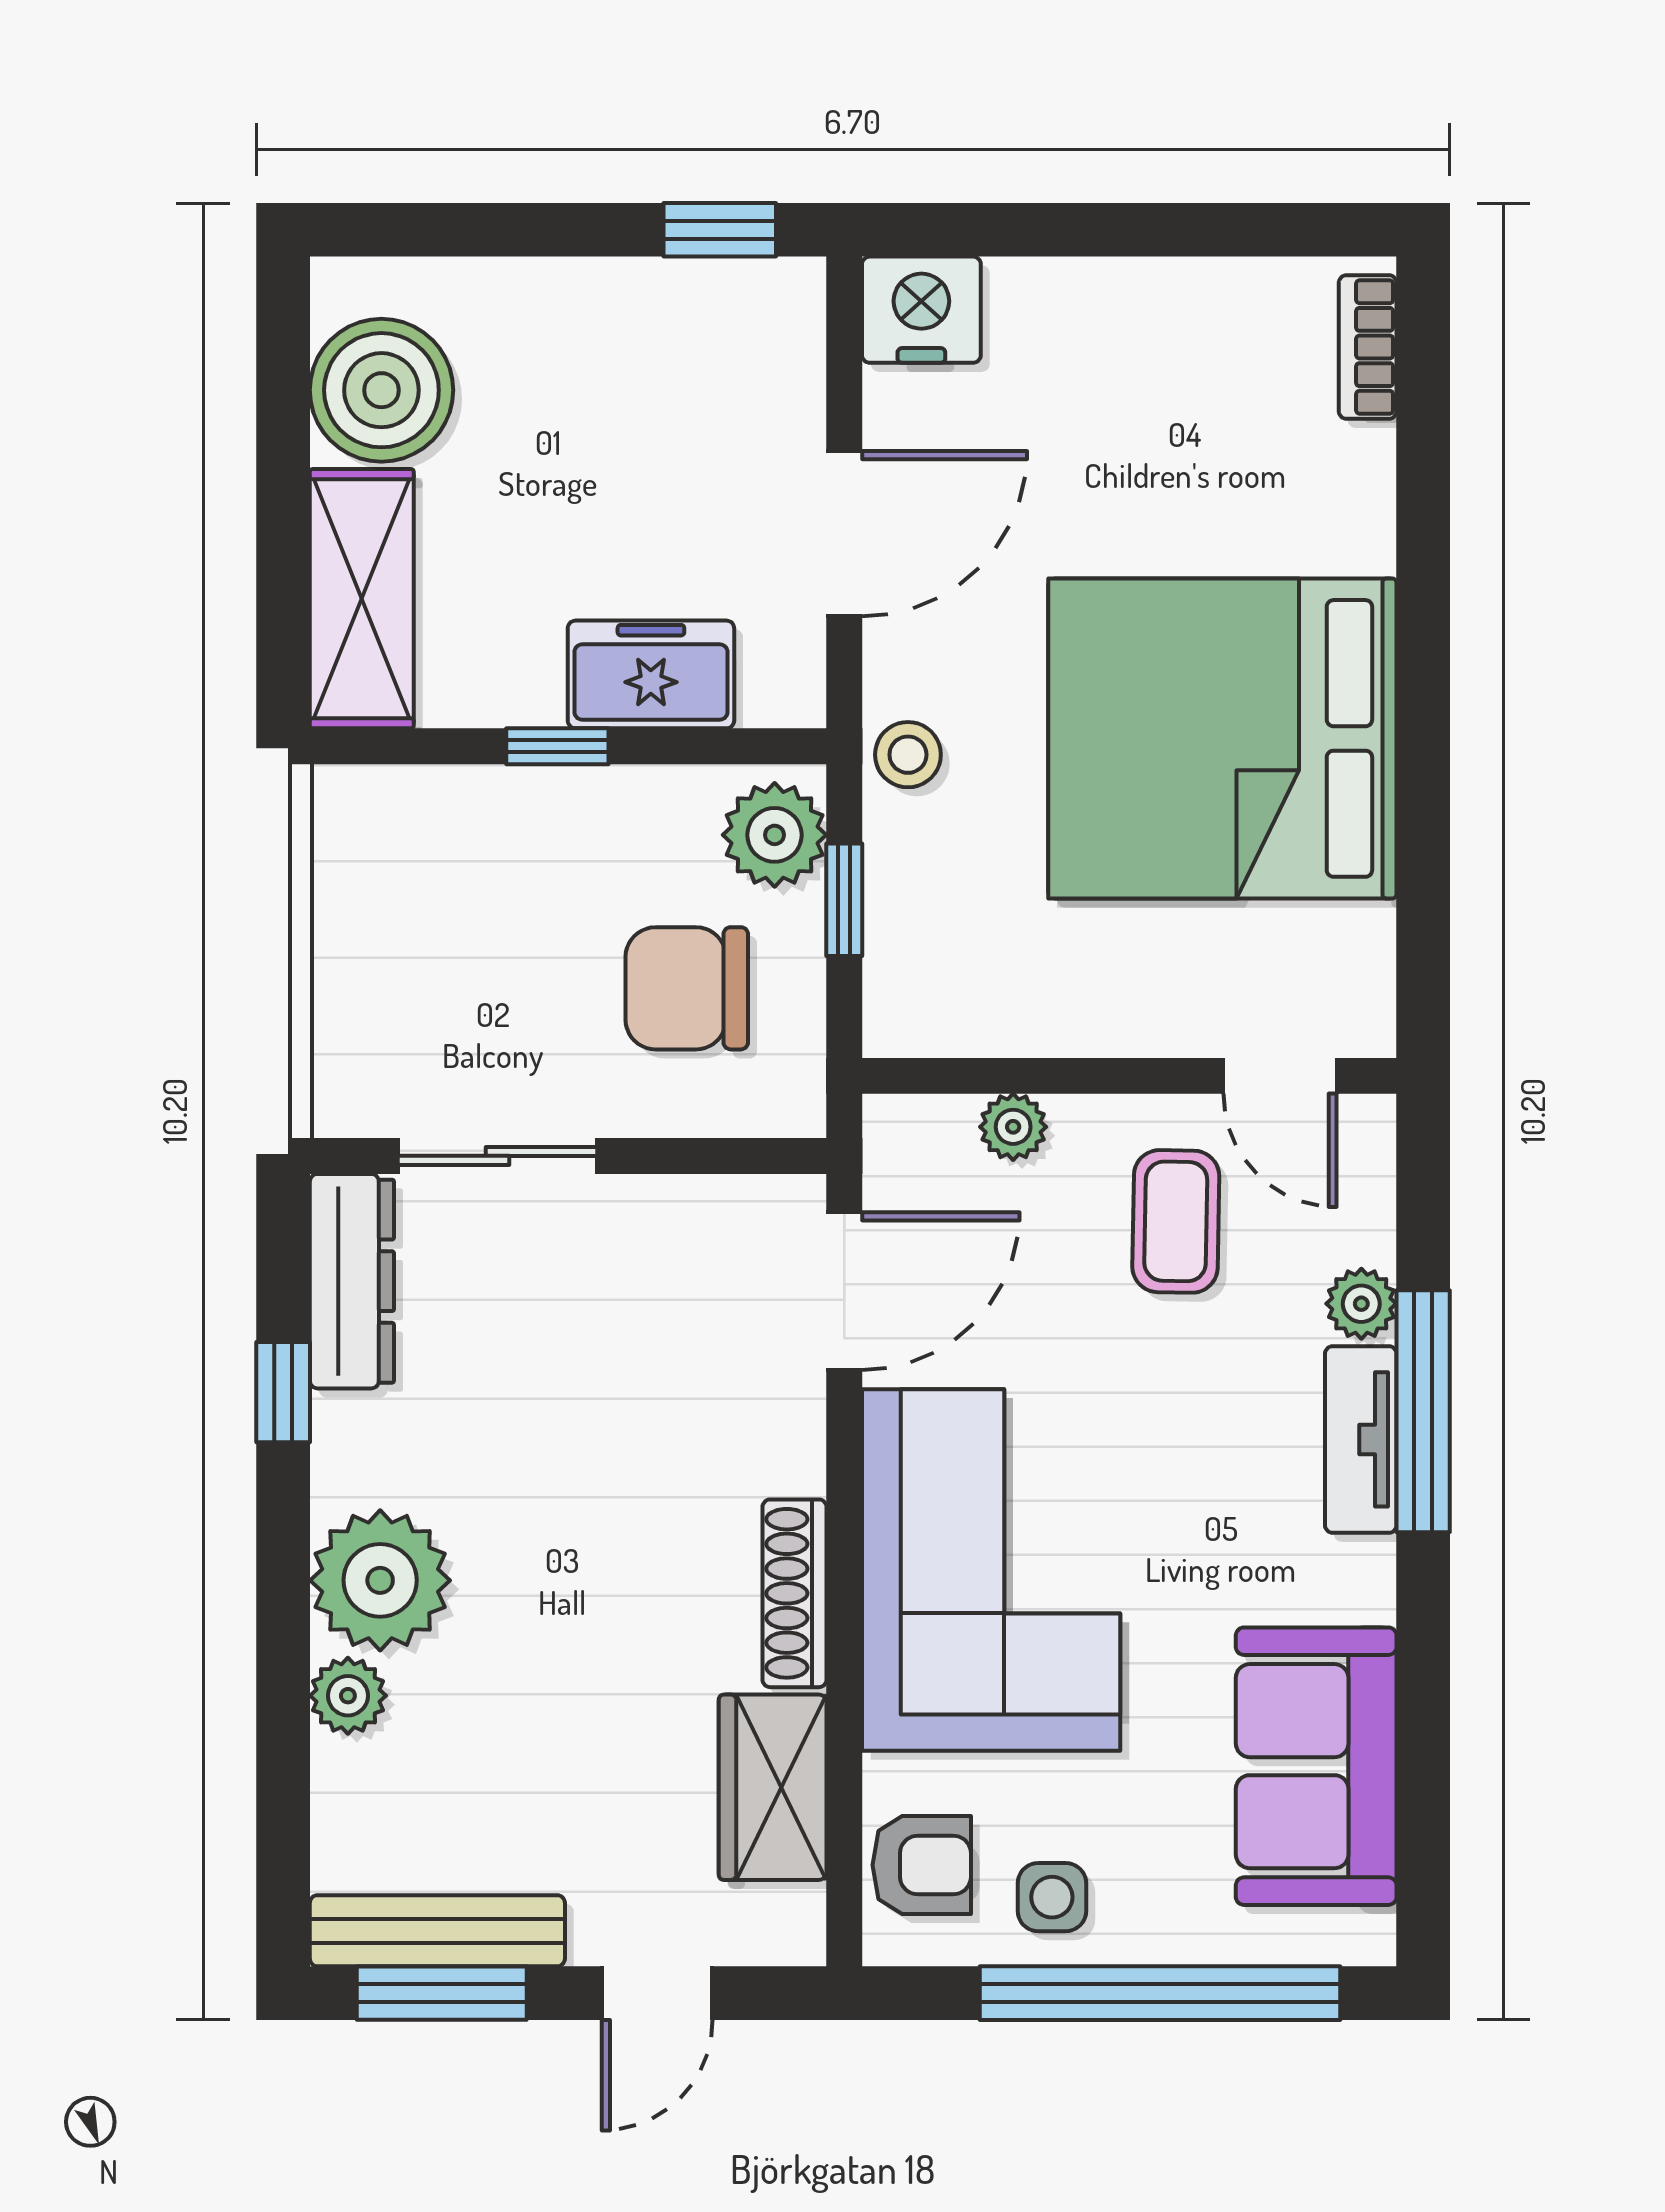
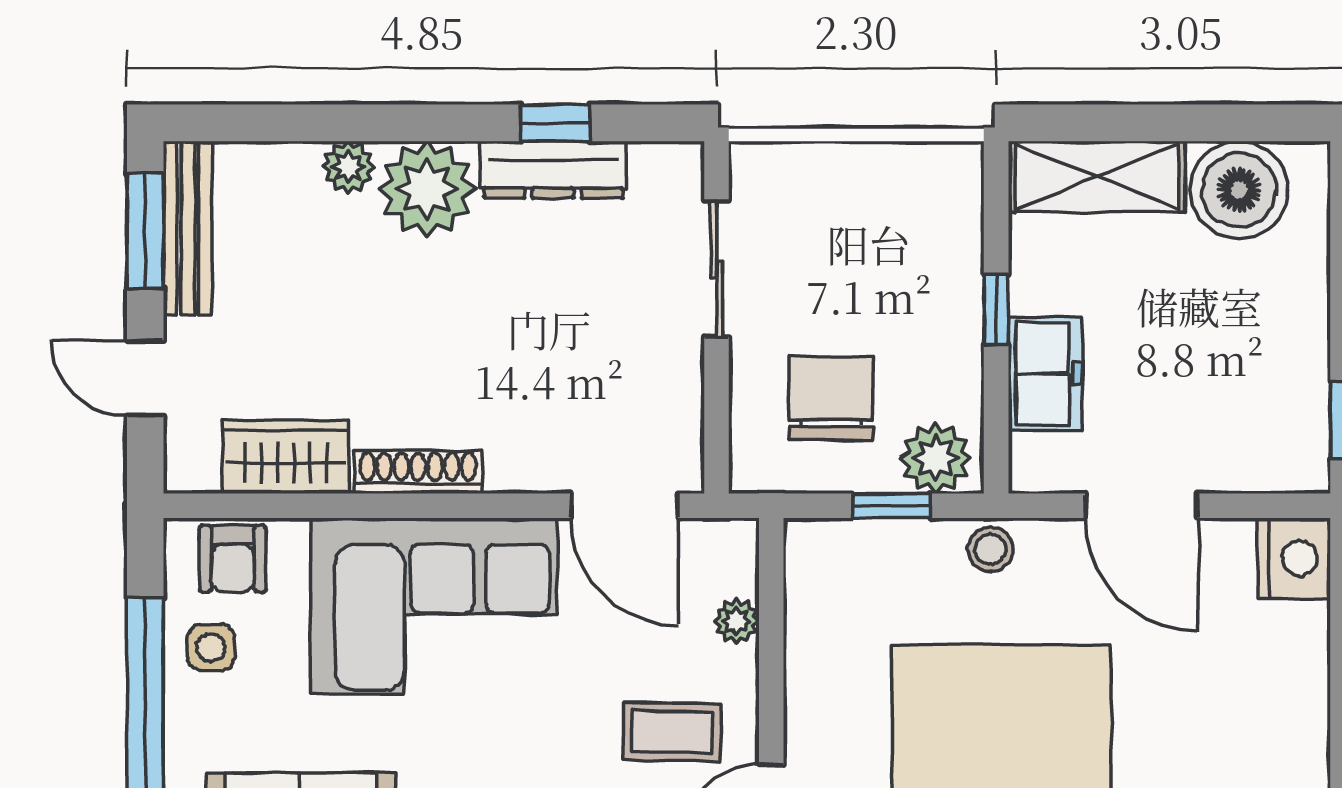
dresser: (352, 1281) -> (553, 170), moved

